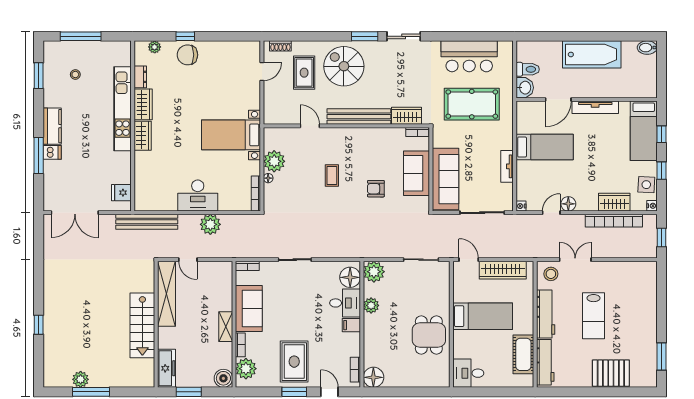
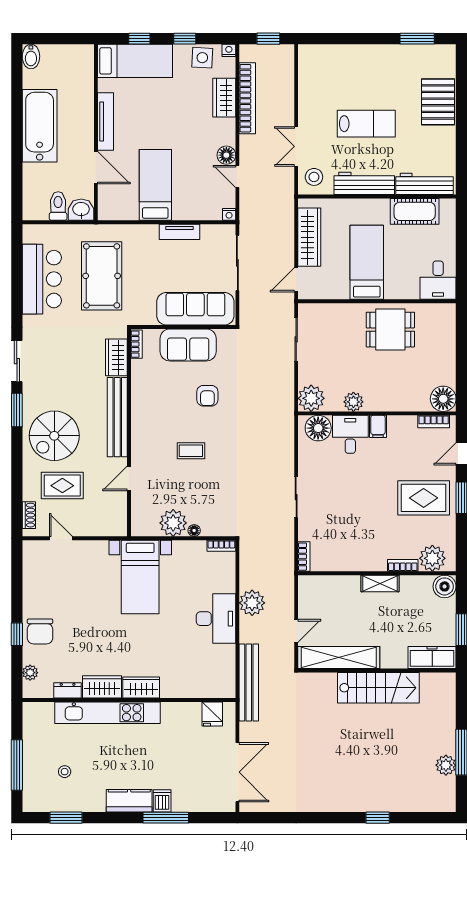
bookcase: (256, 193) -> (221, 546), width x0.64
sofa: (249, 309) -> (357, 555), removed

